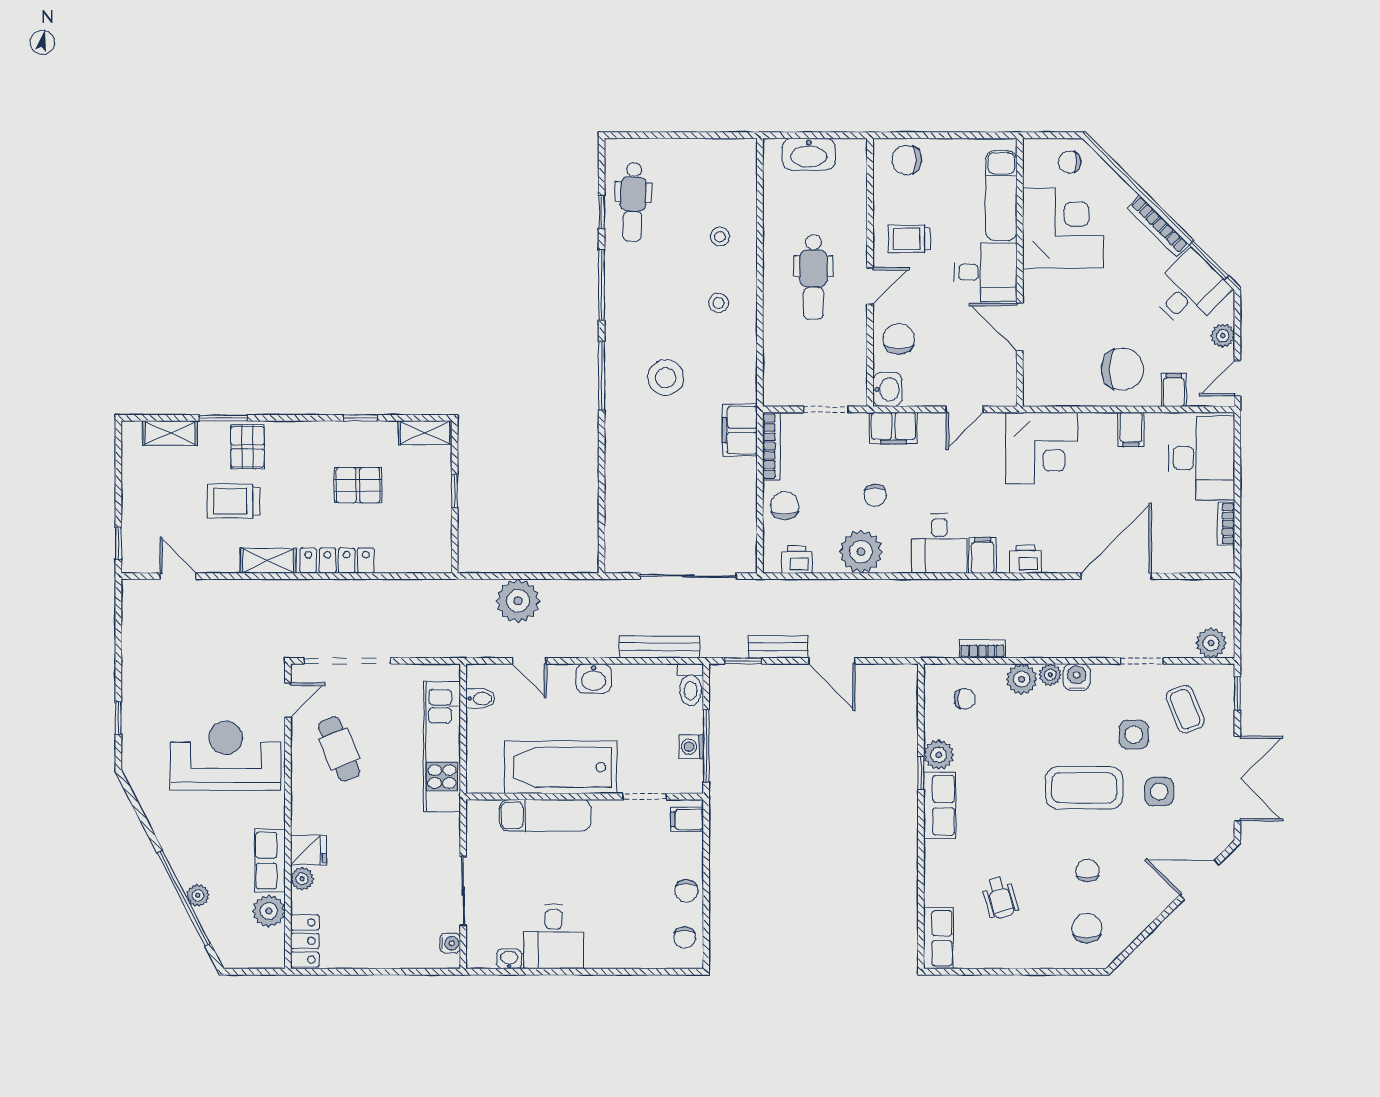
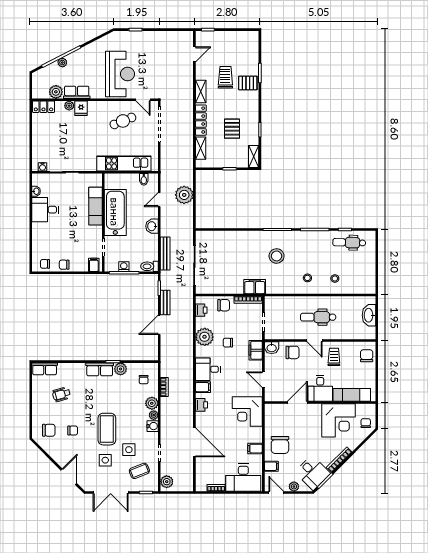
shelving: (170, 433) -> (201, 148), moved

